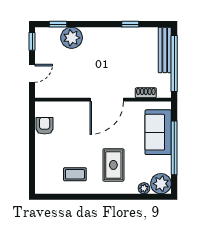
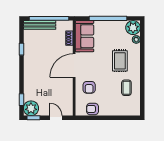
plant: (72, 38) -> (31, 108), moved
door: (107, 100) -> (74, 66), swing flipped
armchair: (76, 121) -> (89, 87), added
sofa: (158, 132) -> (85, 36), moved, turned -90
rug: (113, 165) -> (120, 61), turned 90

